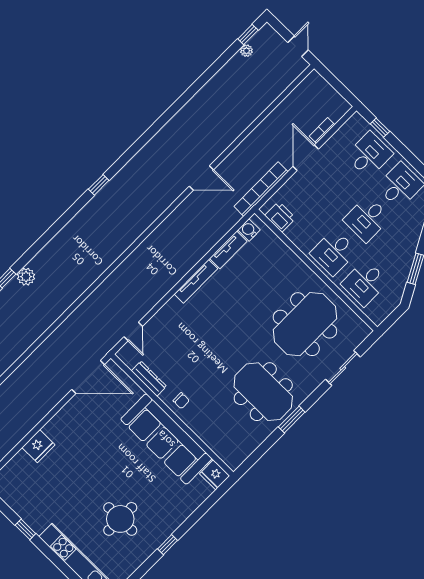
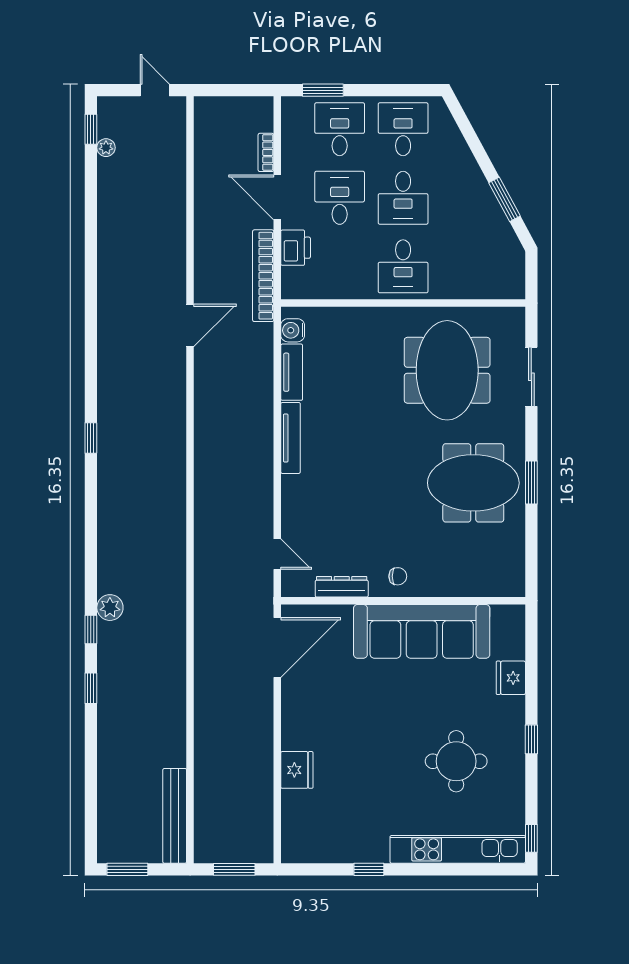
window: (380, 128) -> (323, 90), width x1.50
printer: (280, 217) -> (296, 248), moved, turned 90
desk: (365, 283) -> (340, 198), moved, turned 180
fridge: (215, 475) -> (511, 678), moved, turned 90

